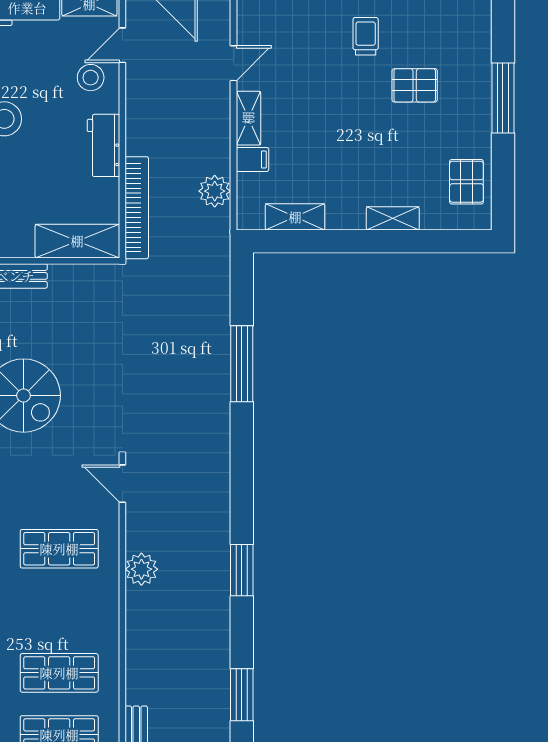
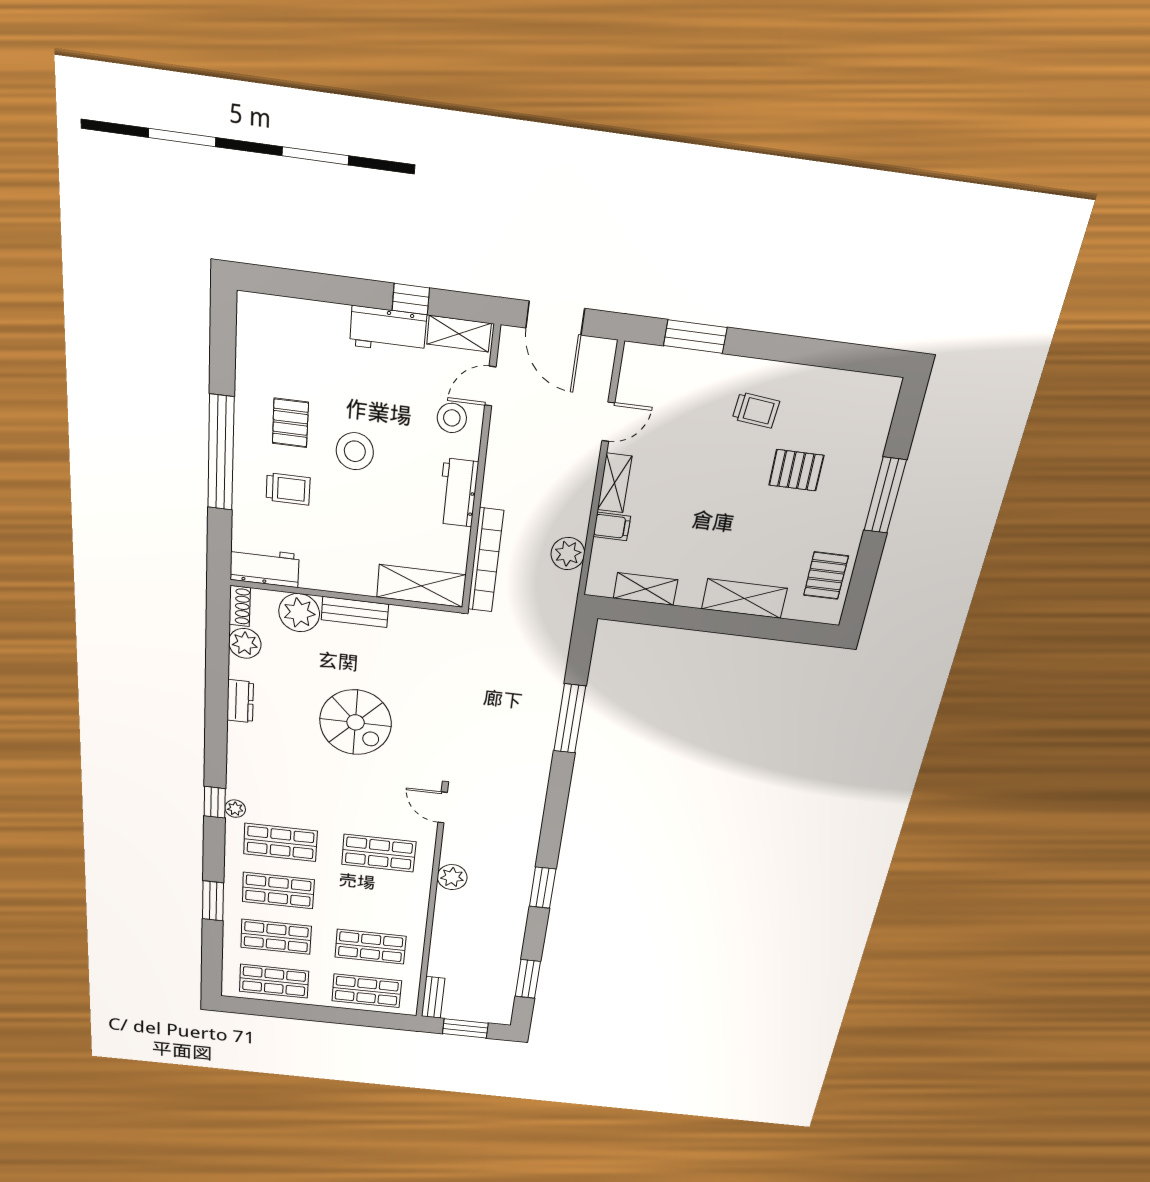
trolley: (366, 36) -> (756, 410), turned 96
shelving: (393, 218) -> (744, 599), width x1.50, depth x1.33

